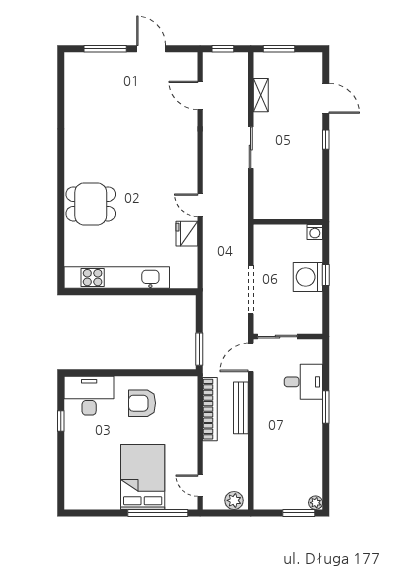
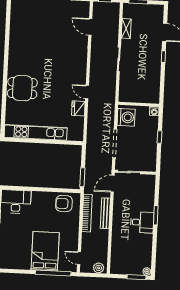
washing machine: (308, 277) -> (126, 117), moved, turned 180
desk: (303, 382) -> (142, 222), moved
armchair: (142, 403) -> (64, 204), moved

